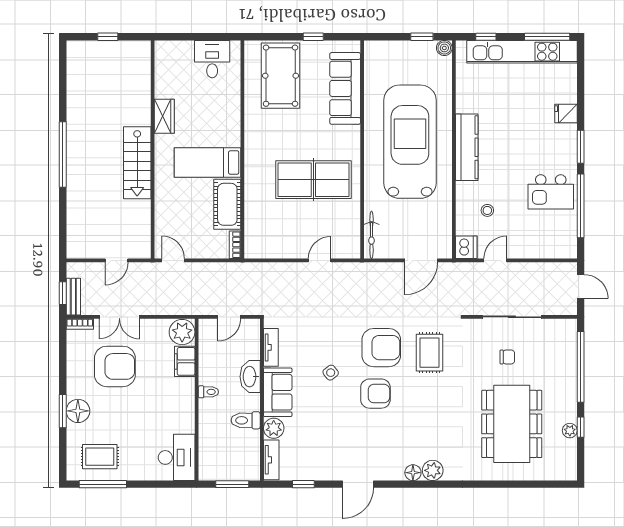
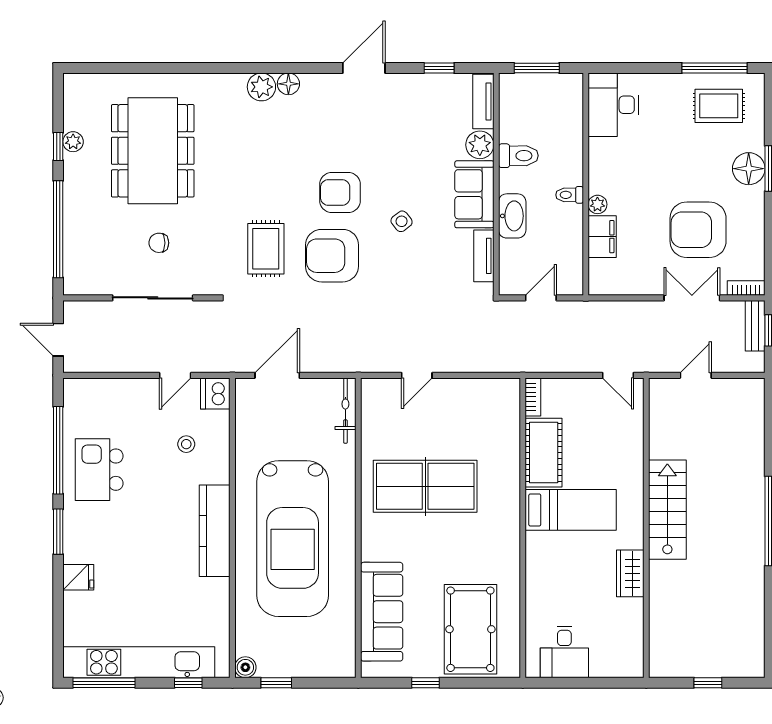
kitchen island: (551, 192) -> (99, 470), turned -90
plant: (182, 332) -> (597, 204), moved, width x0.53, depth x0.53

